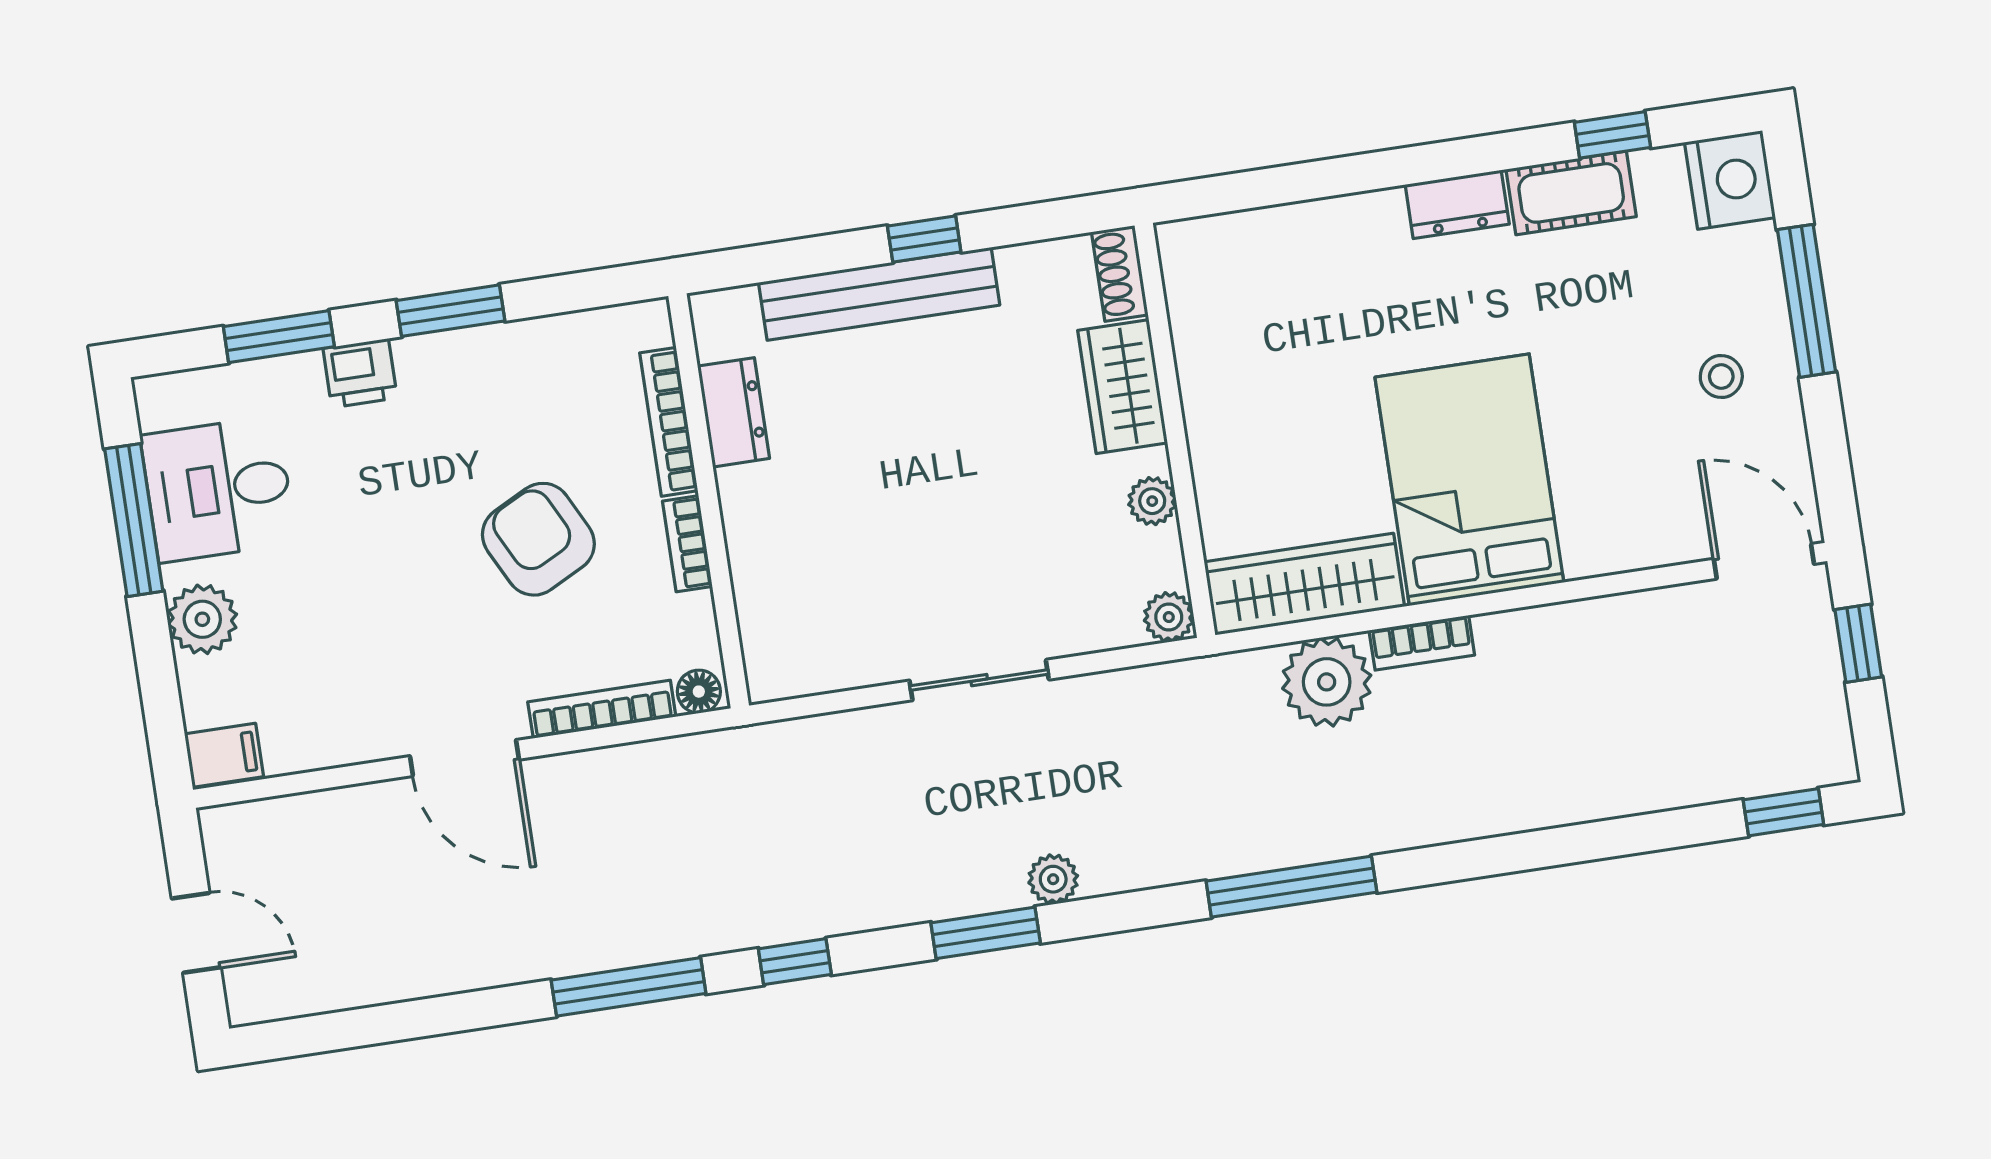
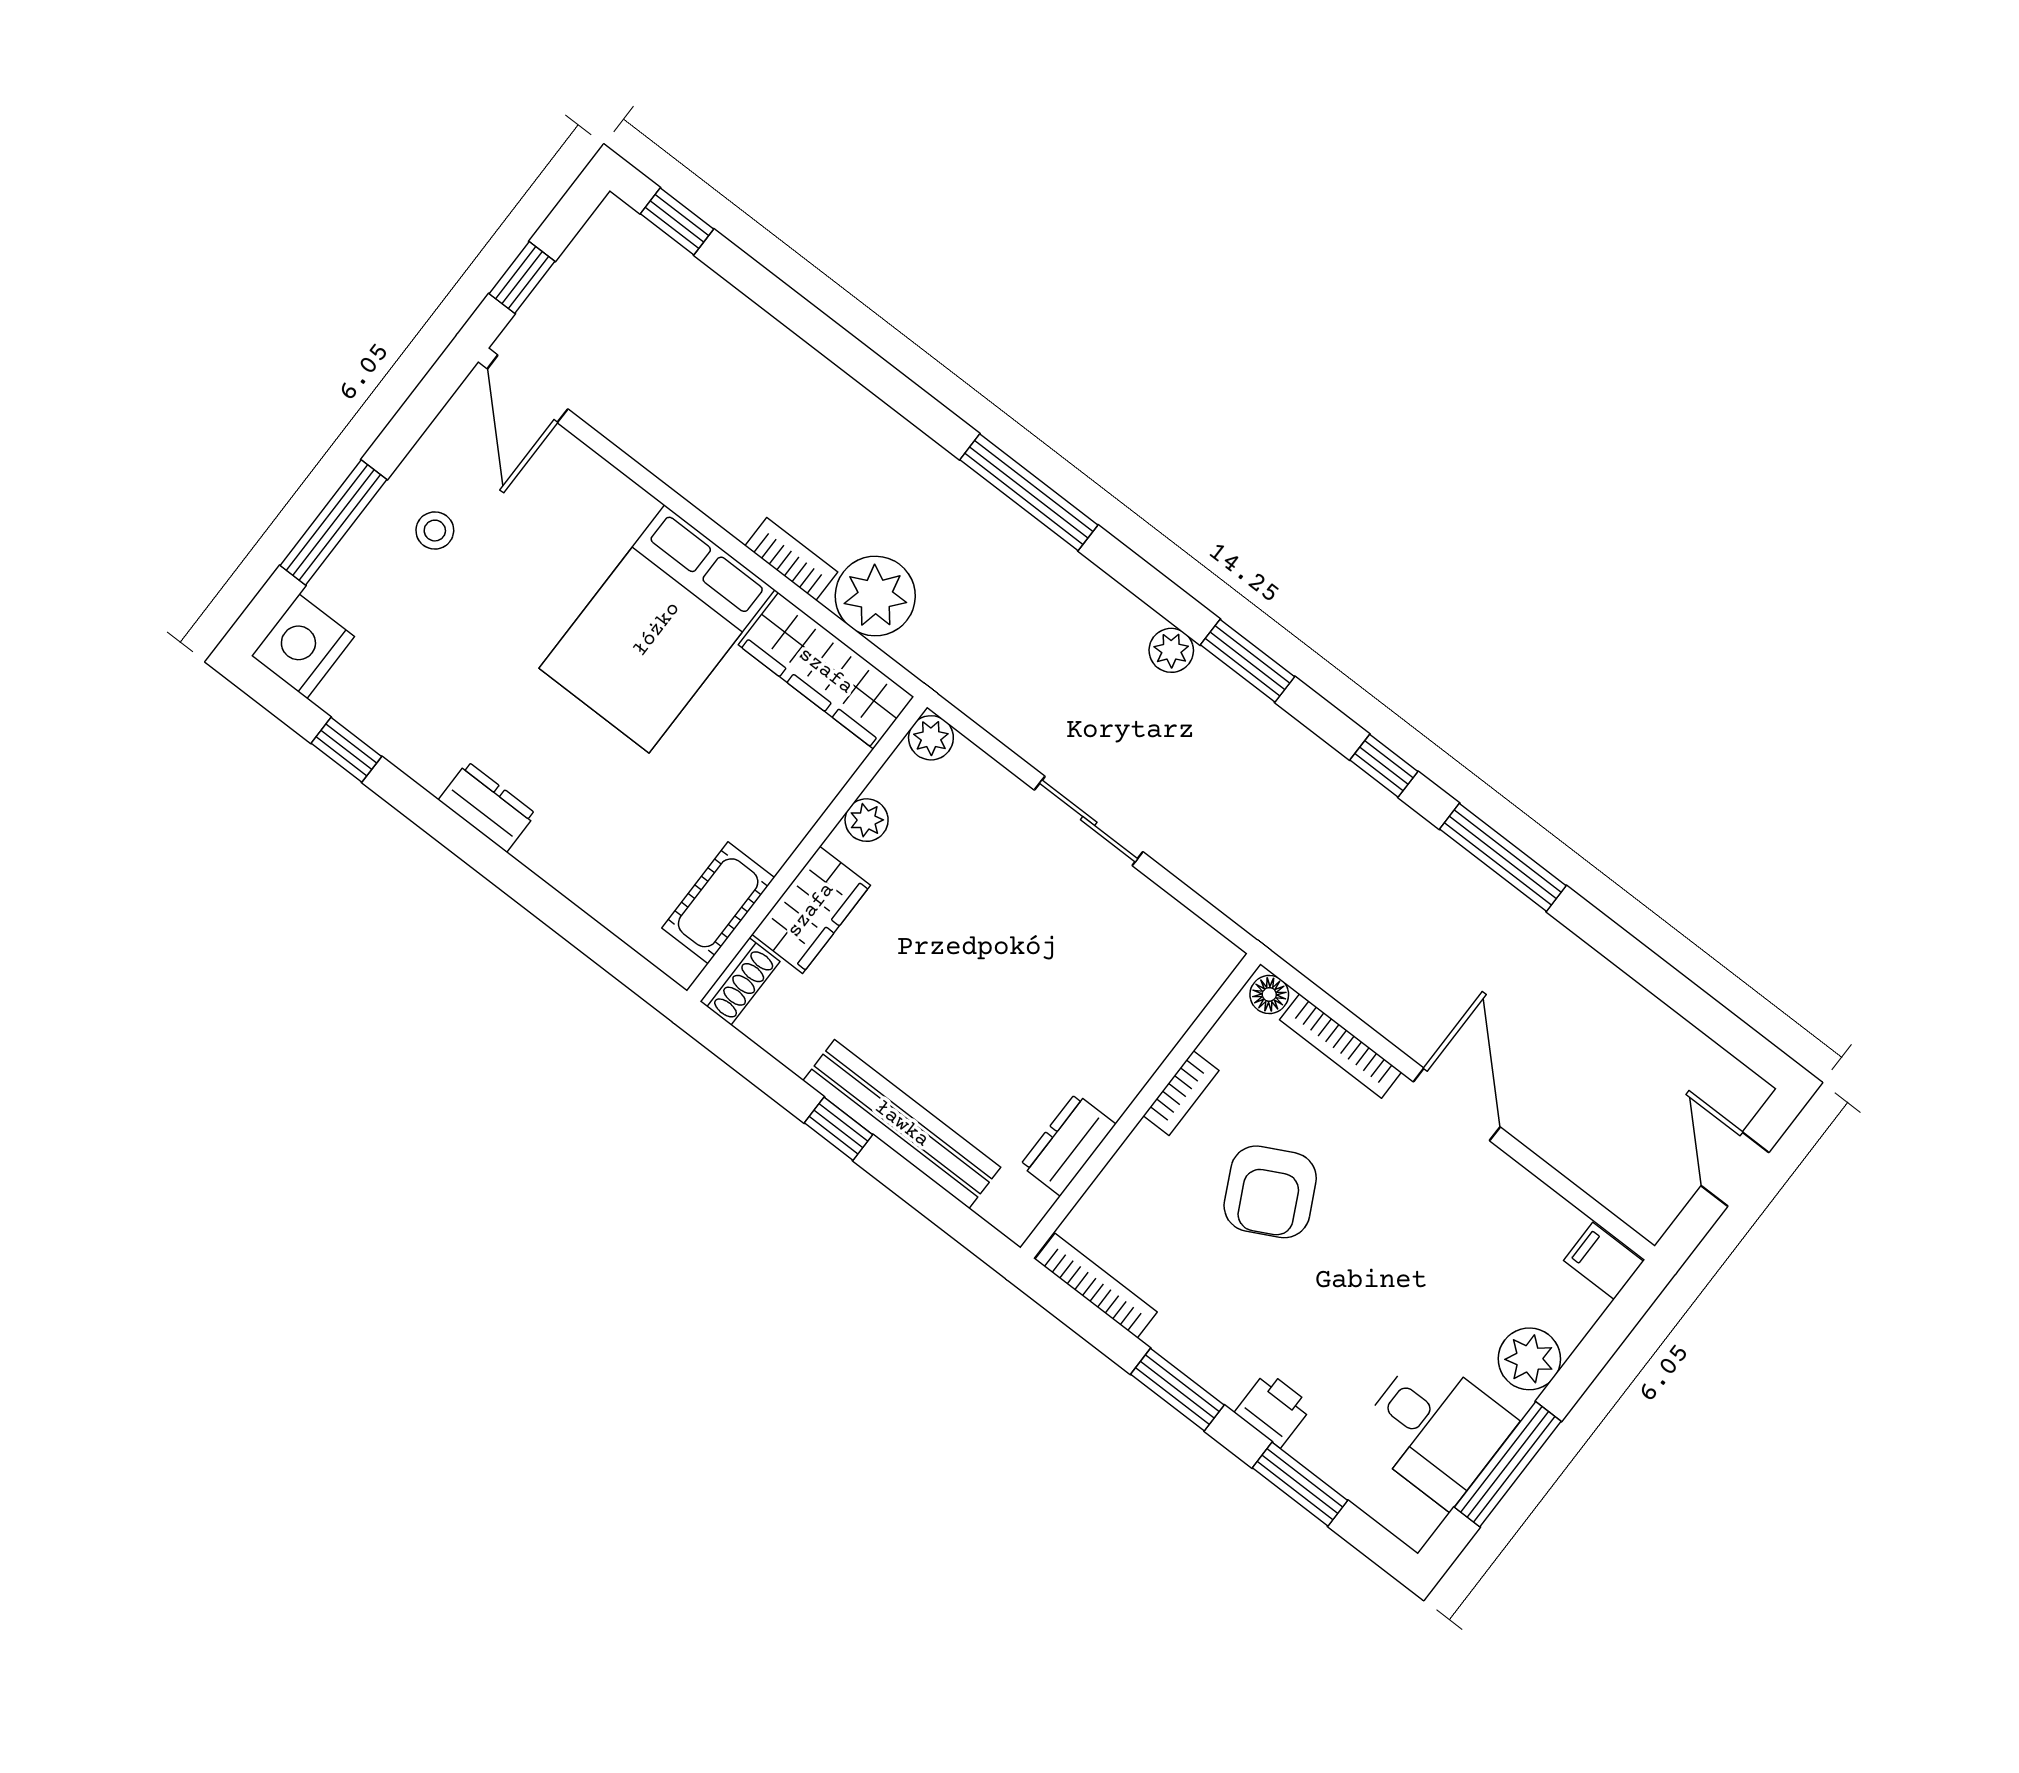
cot: (1571, 193) -> (718, 903), moved, turned 90
bookcase: (669, 422) -> (1096, 1286), moved, turned -90

